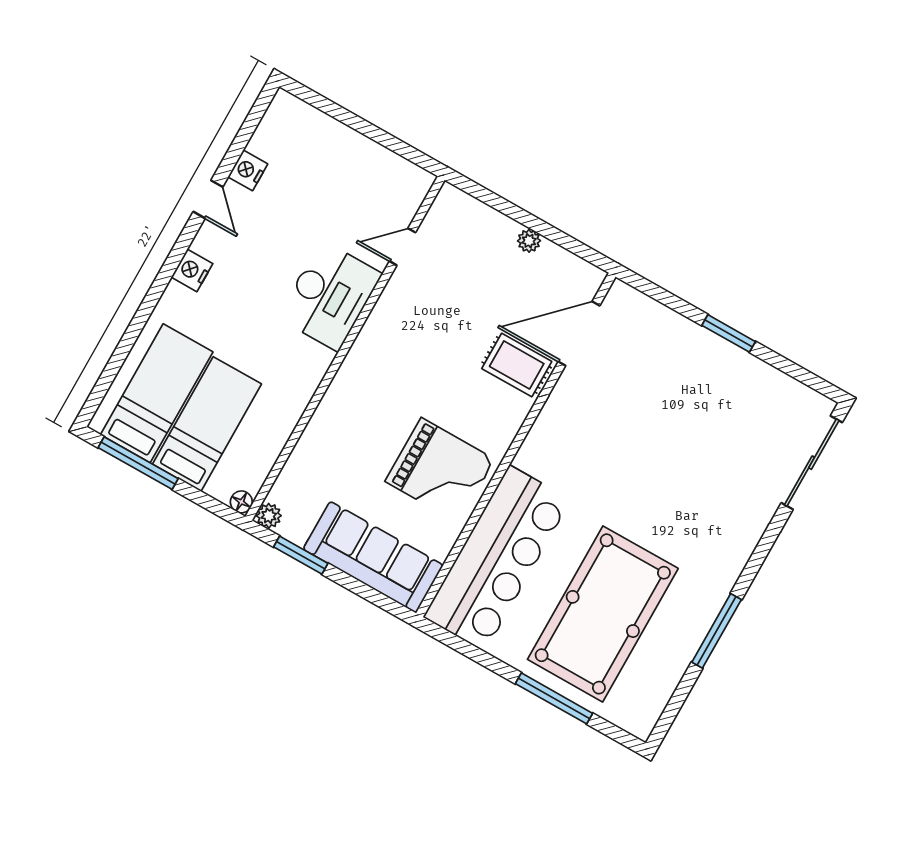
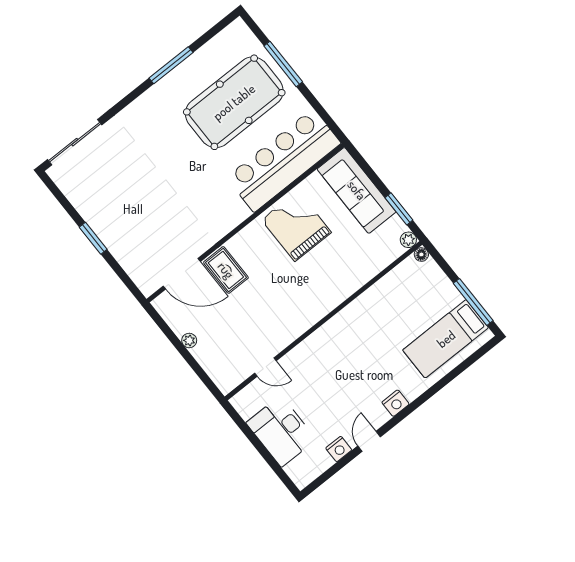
desk: (330, 296) -> (281, 431), moved, turned -90
bed: (207, 424) -> (423, 309), removed

